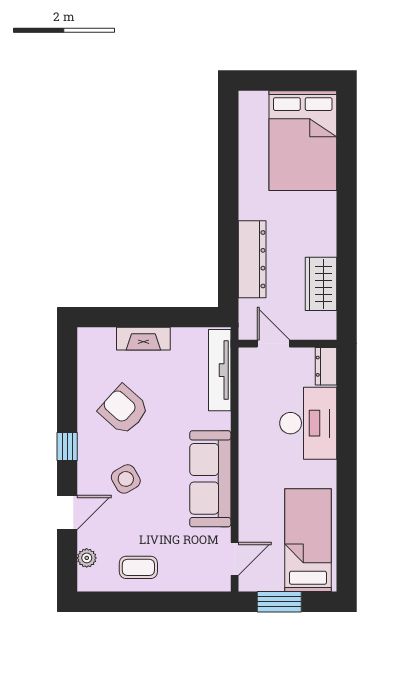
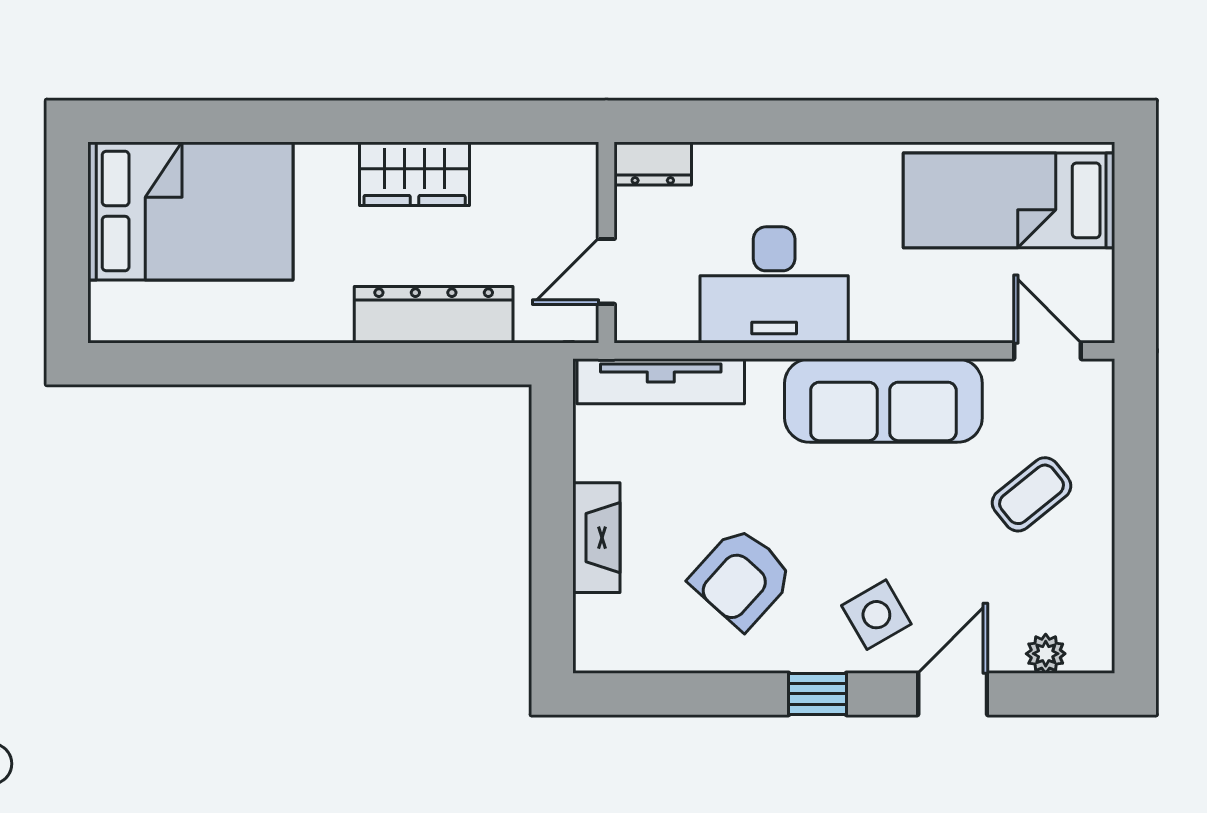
wardrobe: (321, 284) -> (415, 174), moved
desk: (308, 423) -> (774, 285), moved, turned 180
side table: (126, 479) -> (876, 615), moved
door: (67, 513) -> (953, 694), hinge flipped
coffee table: (138, 567) -> (1032, 494), moved, turned 51
window: (279, 602) -> (1135, 259), removed

